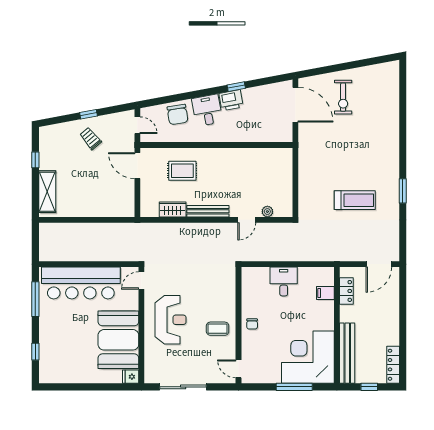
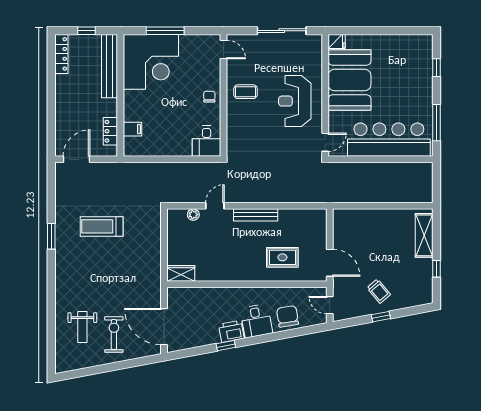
weight bench: (373, 104) -> (82, 327), added
wardrobe: (173, 209) -> (181, 273), moved, turned 180
desk: (284, 282) -> (207, 141), moved

